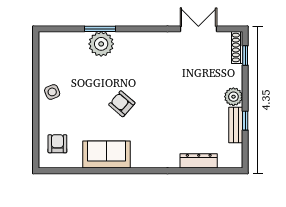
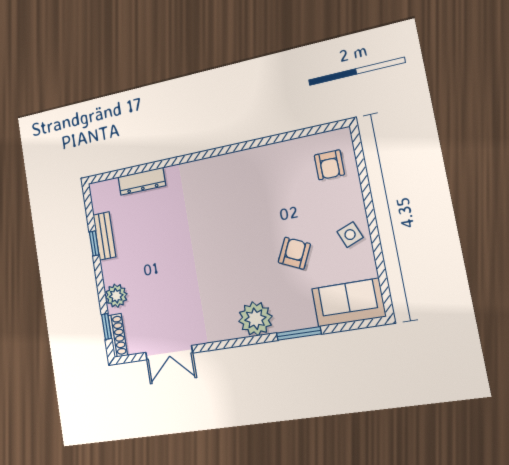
plant: (101, 44) -> (255, 319), moved
plant: (233, 97) -> (116, 296), moved
armchair: (122, 104) -> (294, 253), moved, turned -106
sofa: (106, 155) -> (349, 303), moved, turned 180

